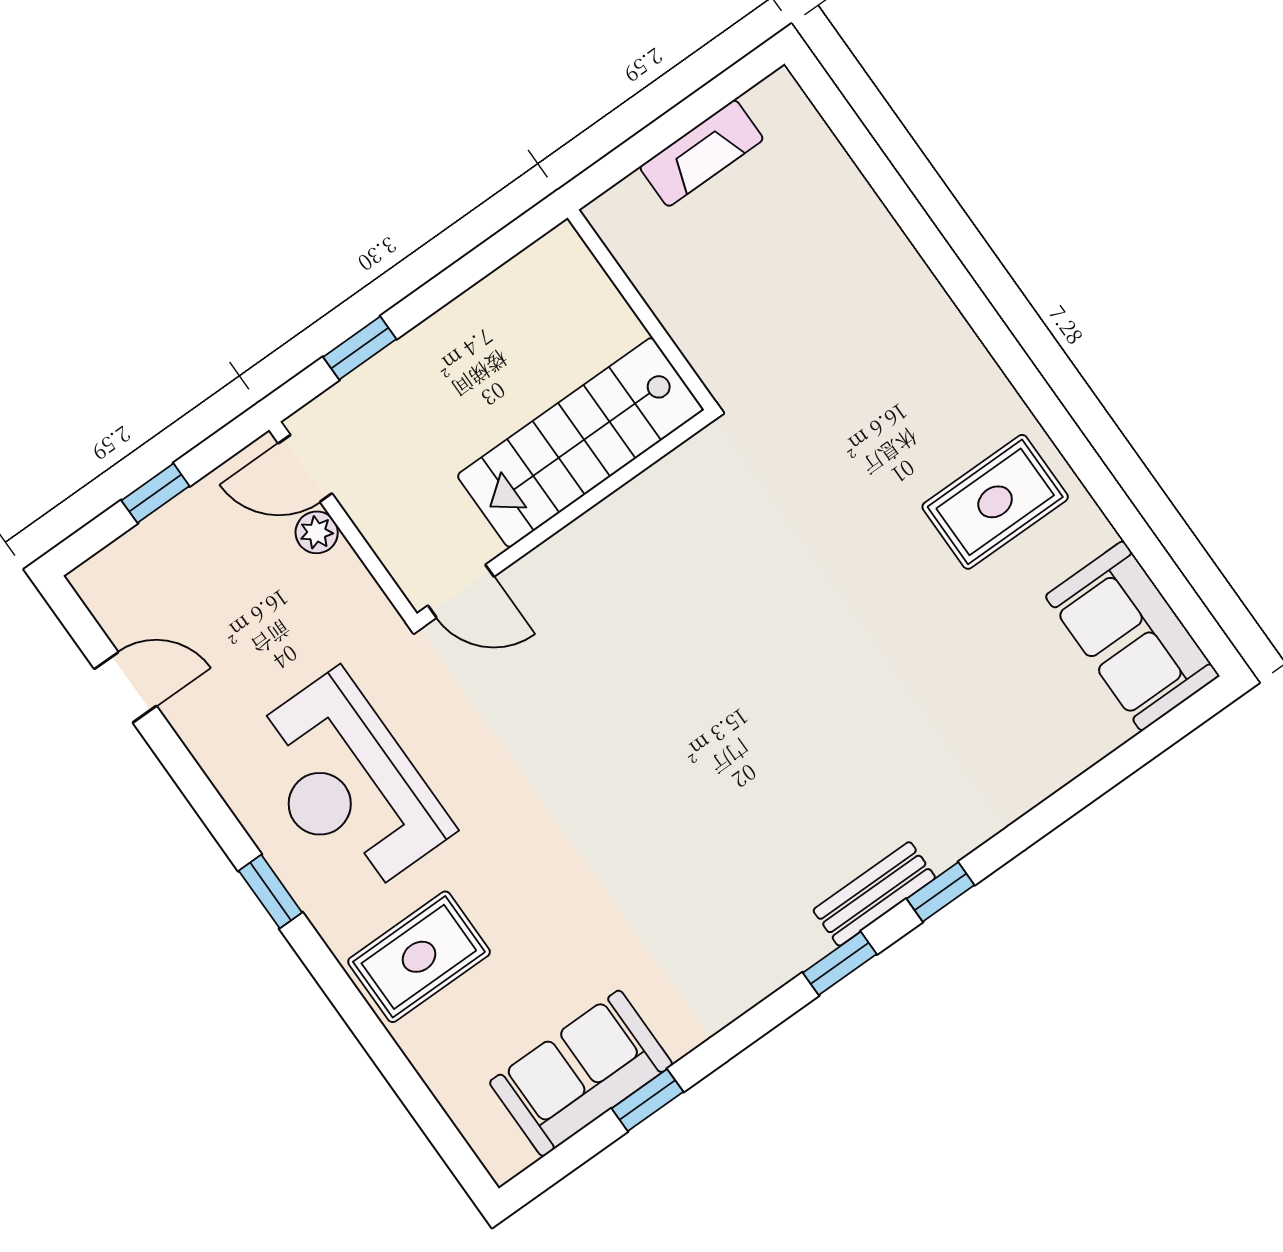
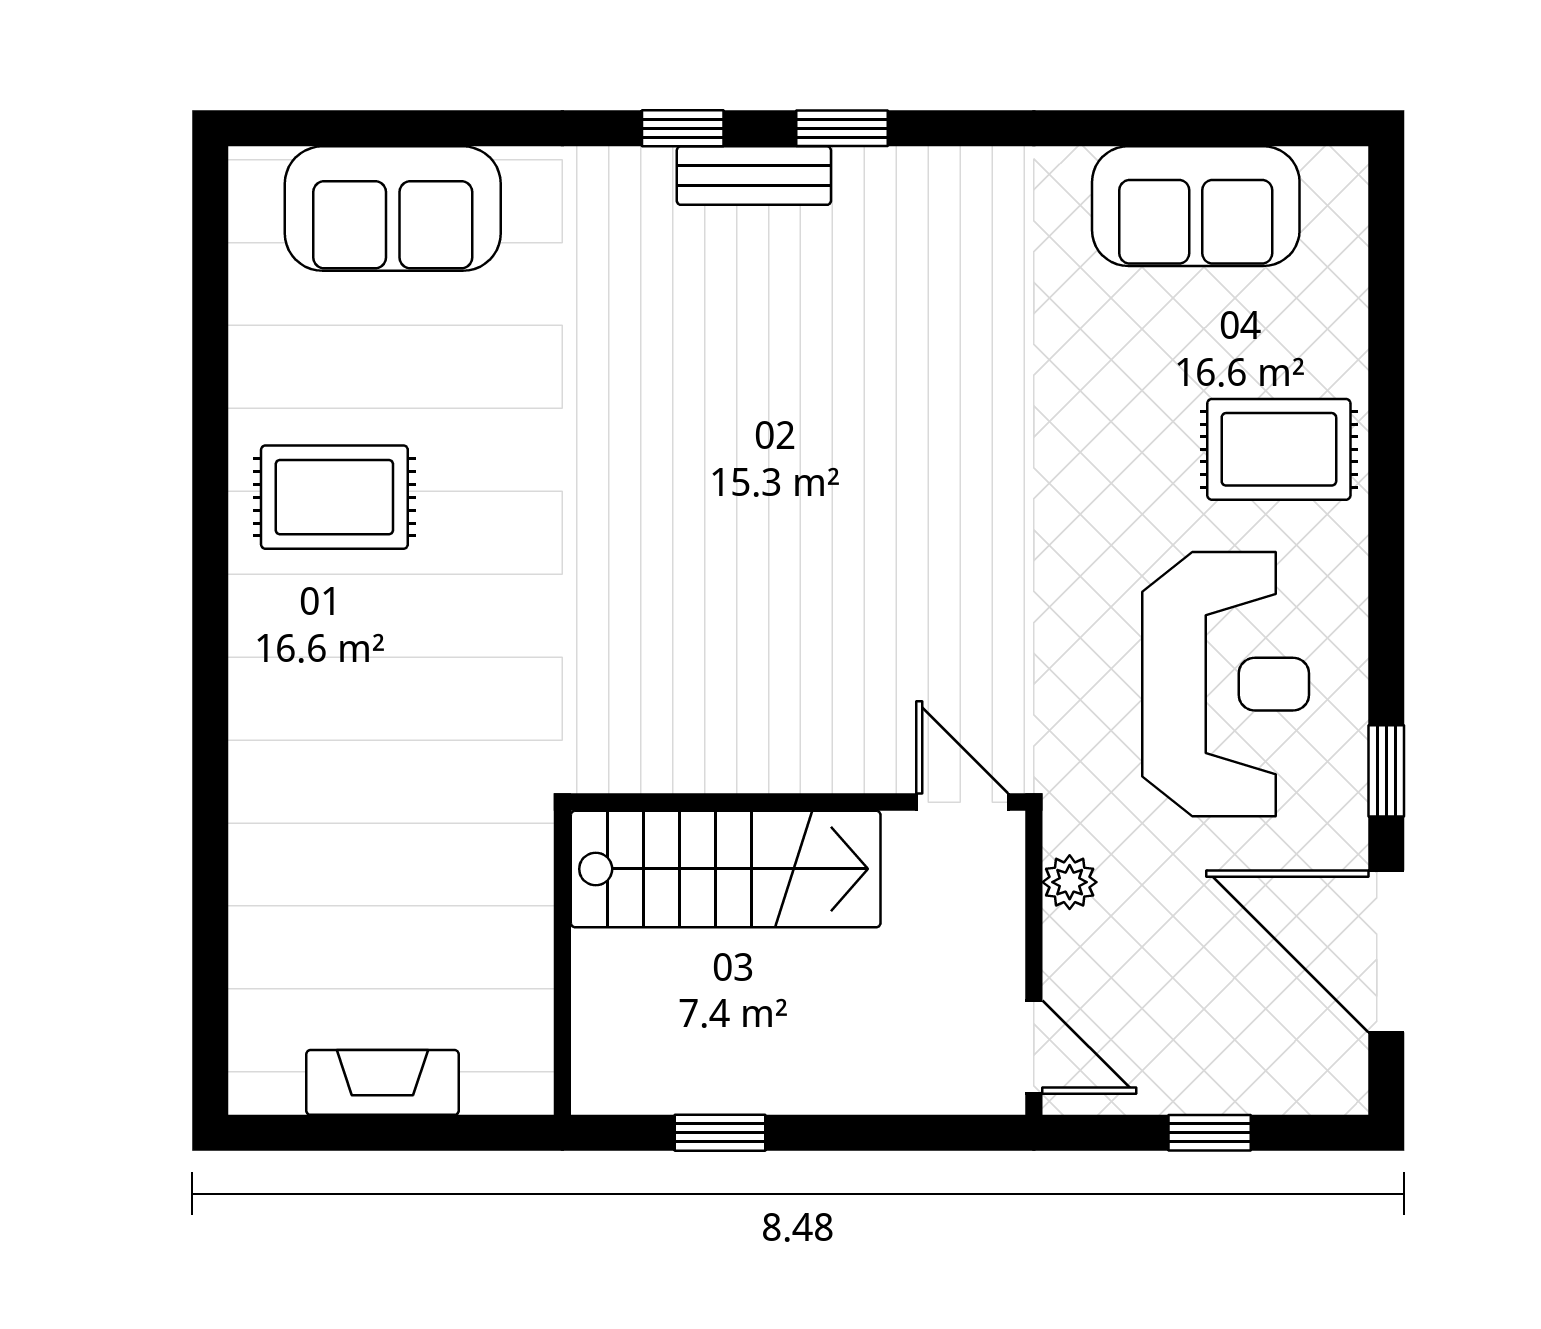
window: (360, 348) -> (720, 1133), moved
plant: (317, 532) -> (1070, 882), moved
sofa: (1132, 636) -> (393, 209), moved, turned 90
door: (125, 687) -> (1386, 951), width x1.88
window: (270, 892) -> (1386, 771), moved
window: (647, 1100) -> (1146, 128), removed

